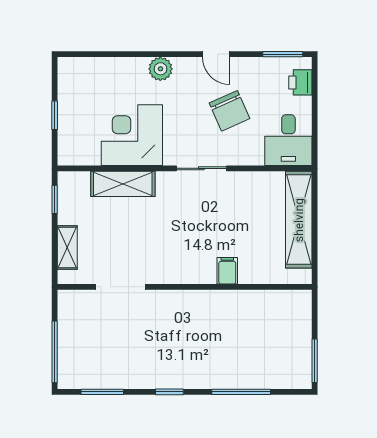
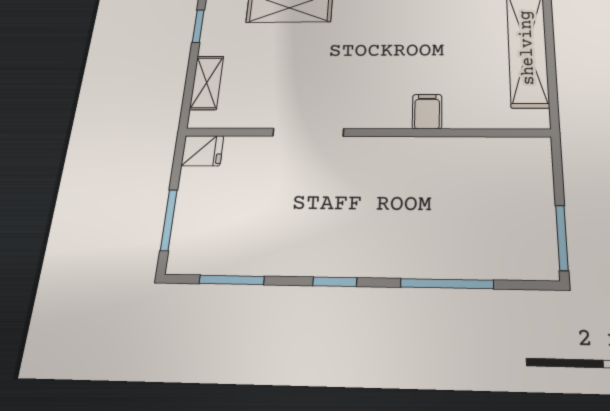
doorway: (120, 287) -> (308, 132), moved
fridge: (71, 301) -> (202, 151), added
window: (55, 352) -> (169, 220), width x0.69

